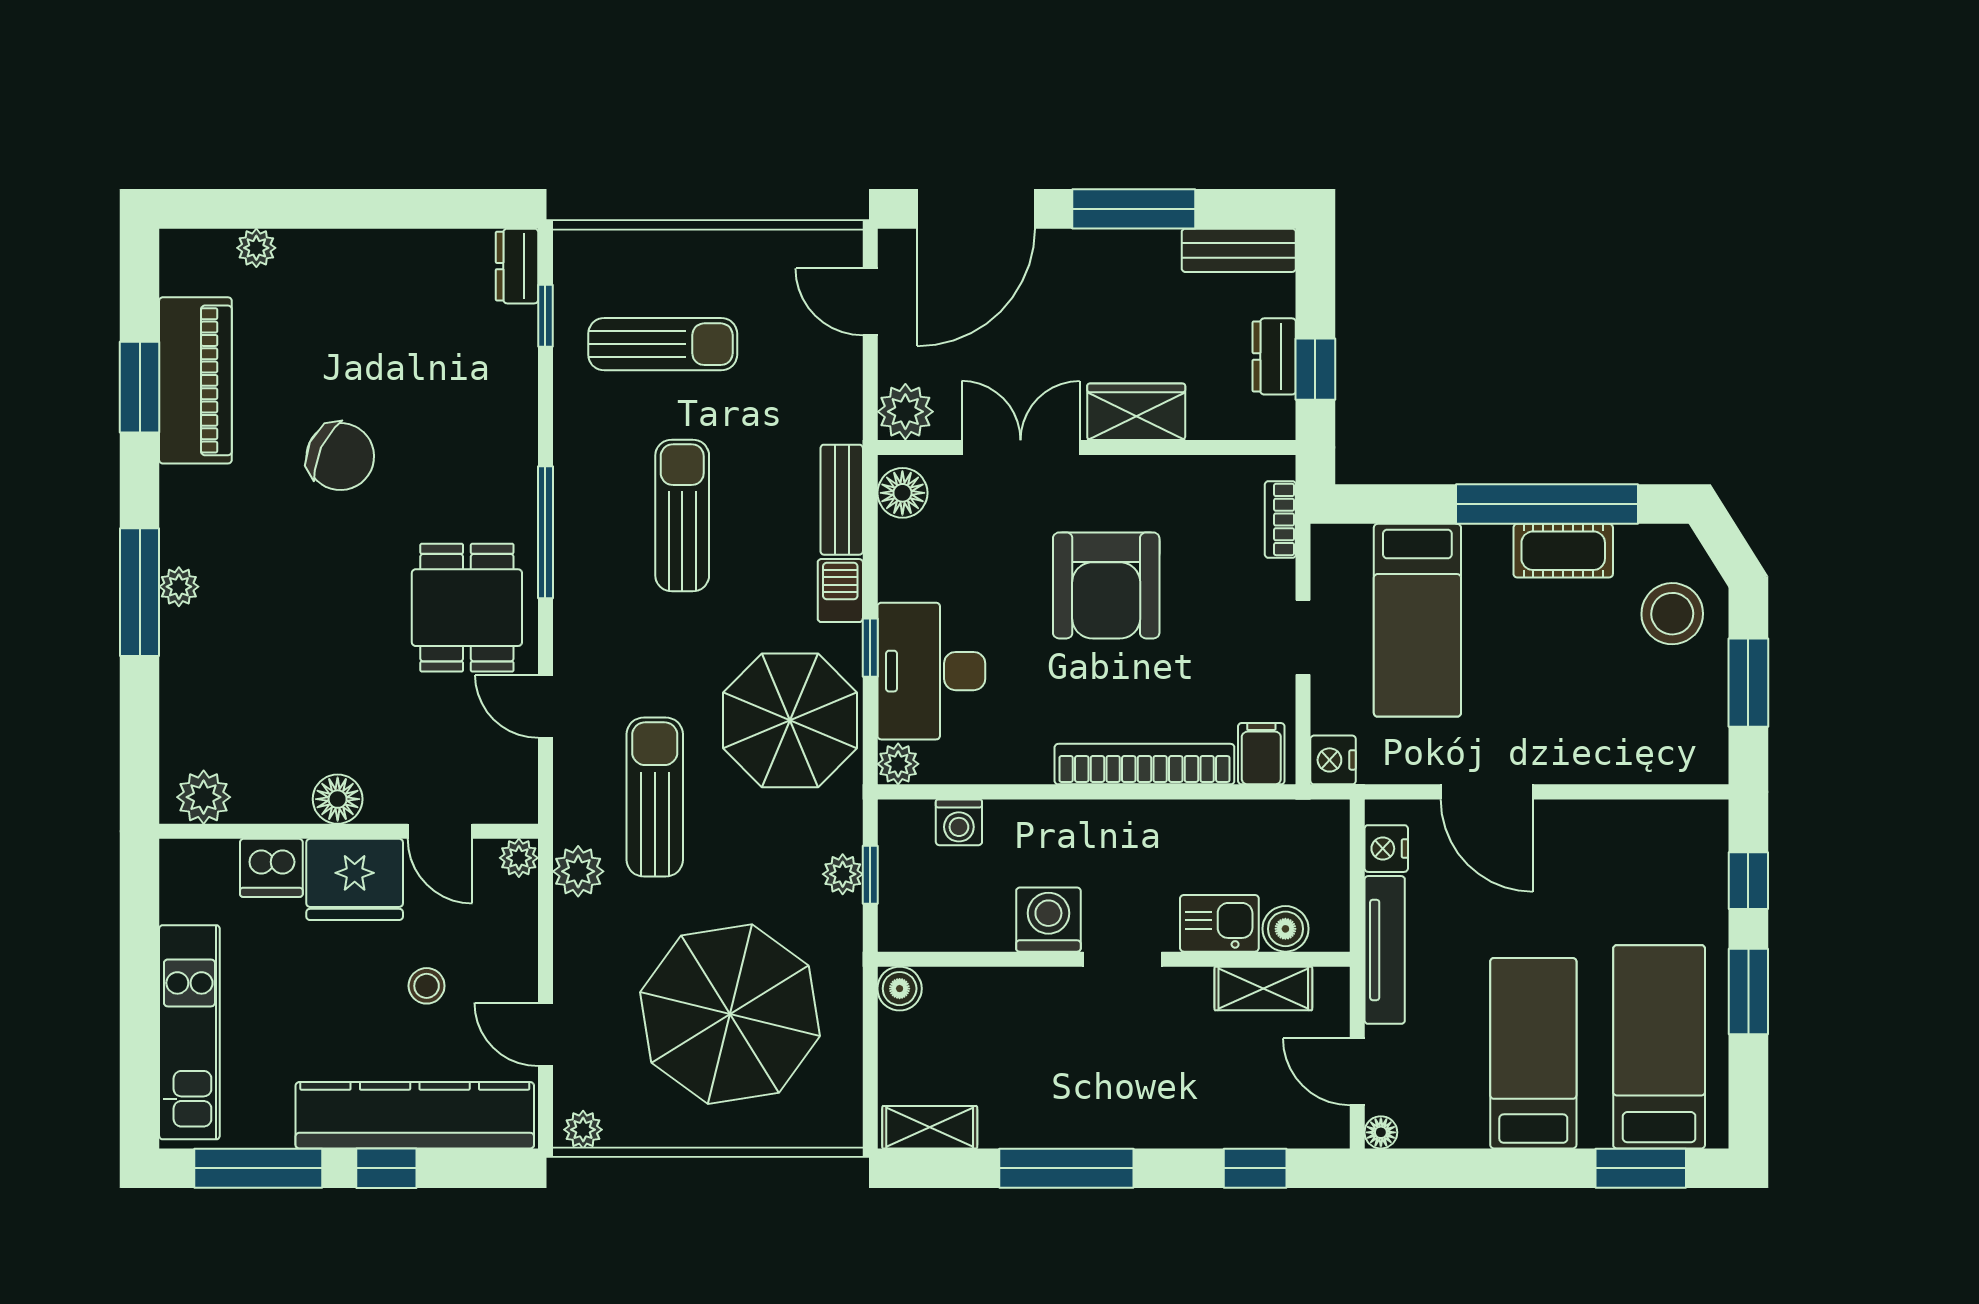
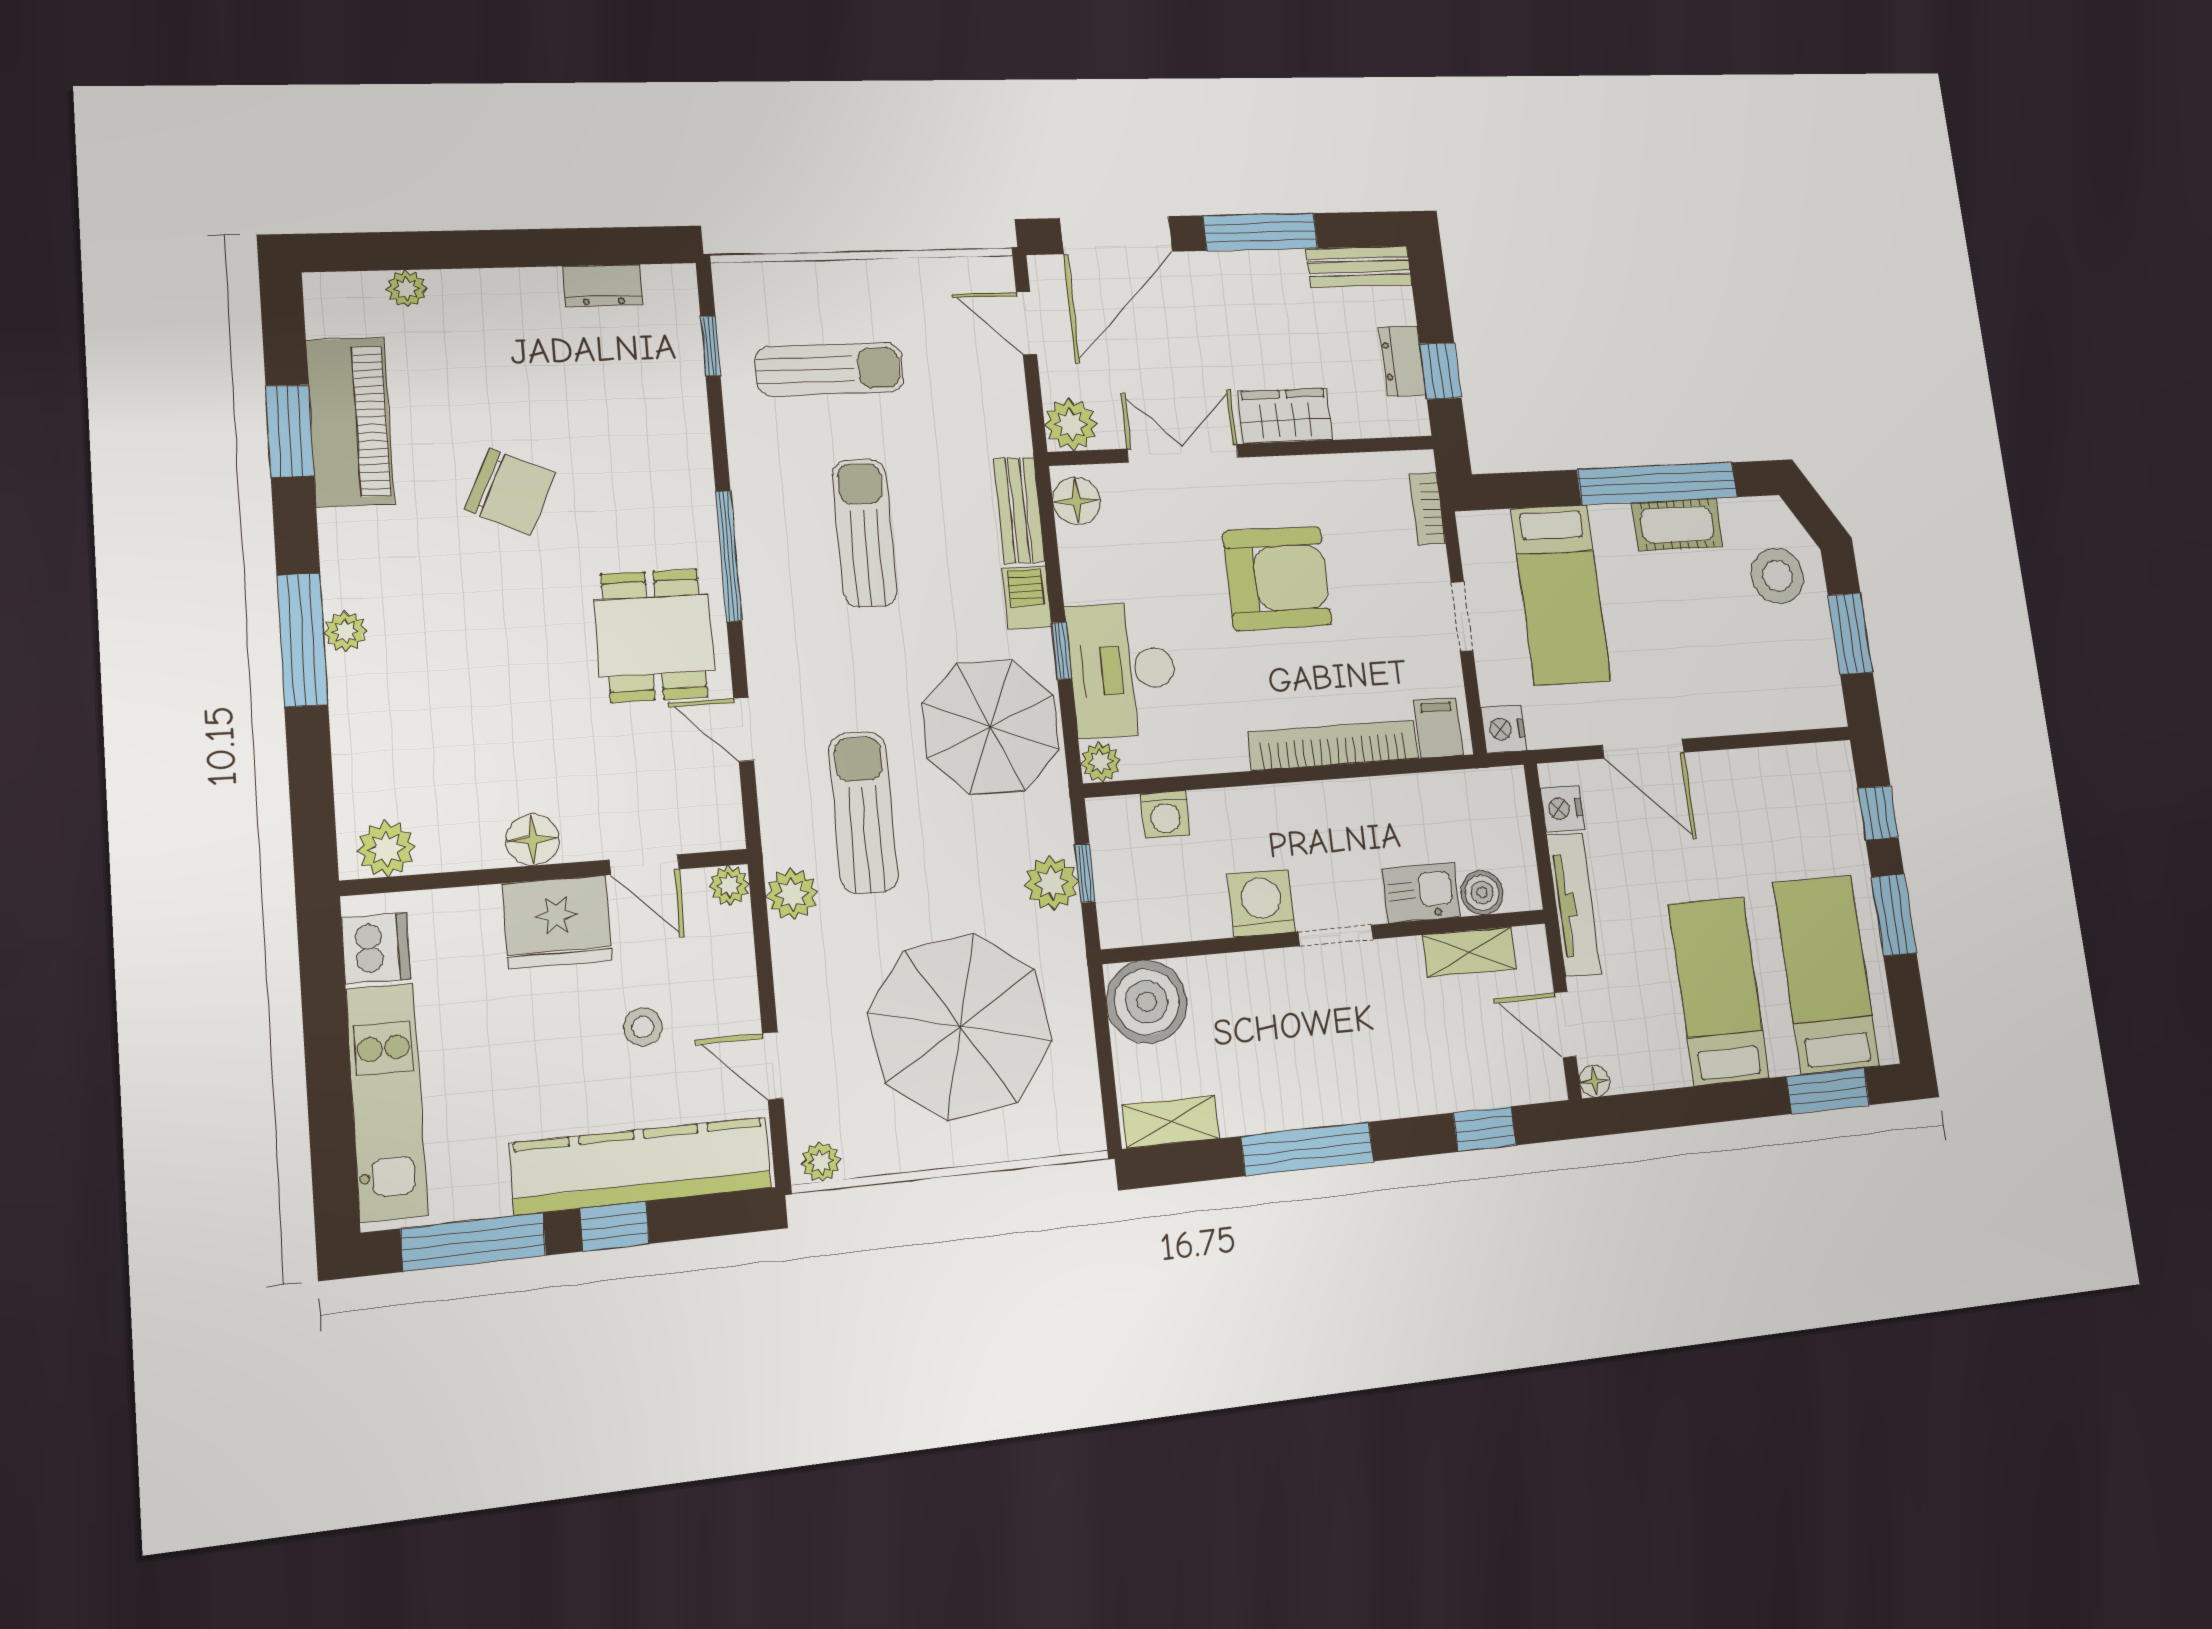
dresser: (517, 266) -> (603, 285), moved, turned -90
armchair: (1106, 585) -> (1277, 578), turned -90
dishwasher: (271, 868) -> (376, 948), moved, turned -90
plant: (843, 874) -> (1052, 883), width x1.38, depth x1.38
boiler: (900, 989) -> (1147, 1002), width x1.86, depth x1.86

